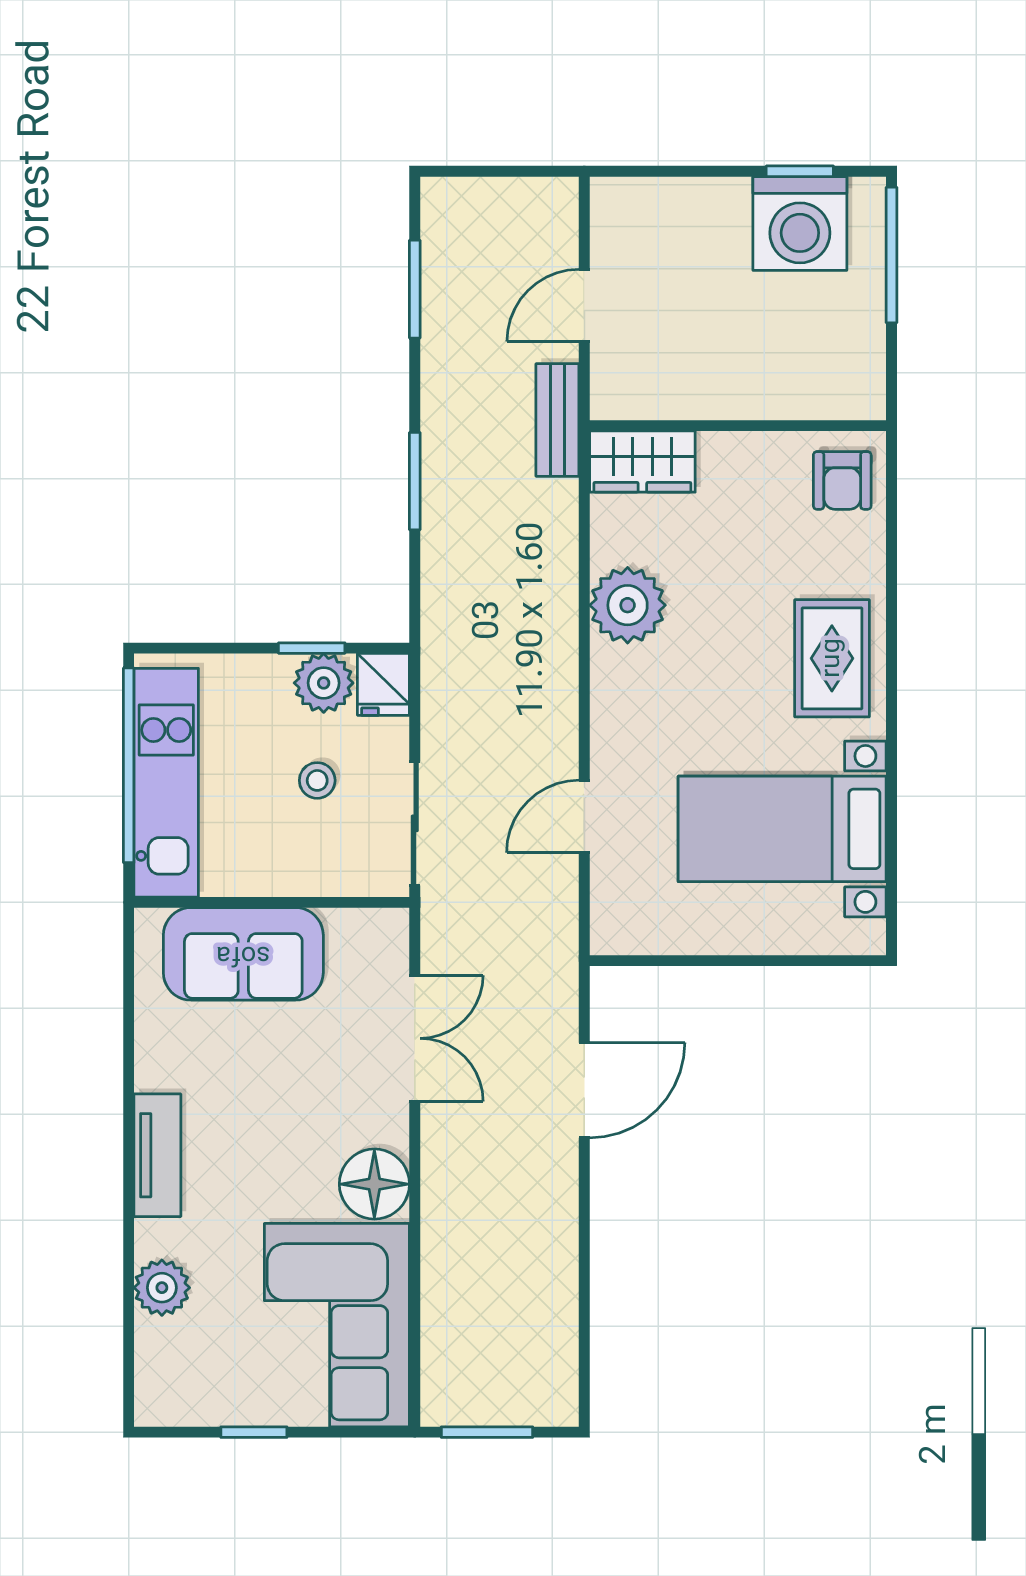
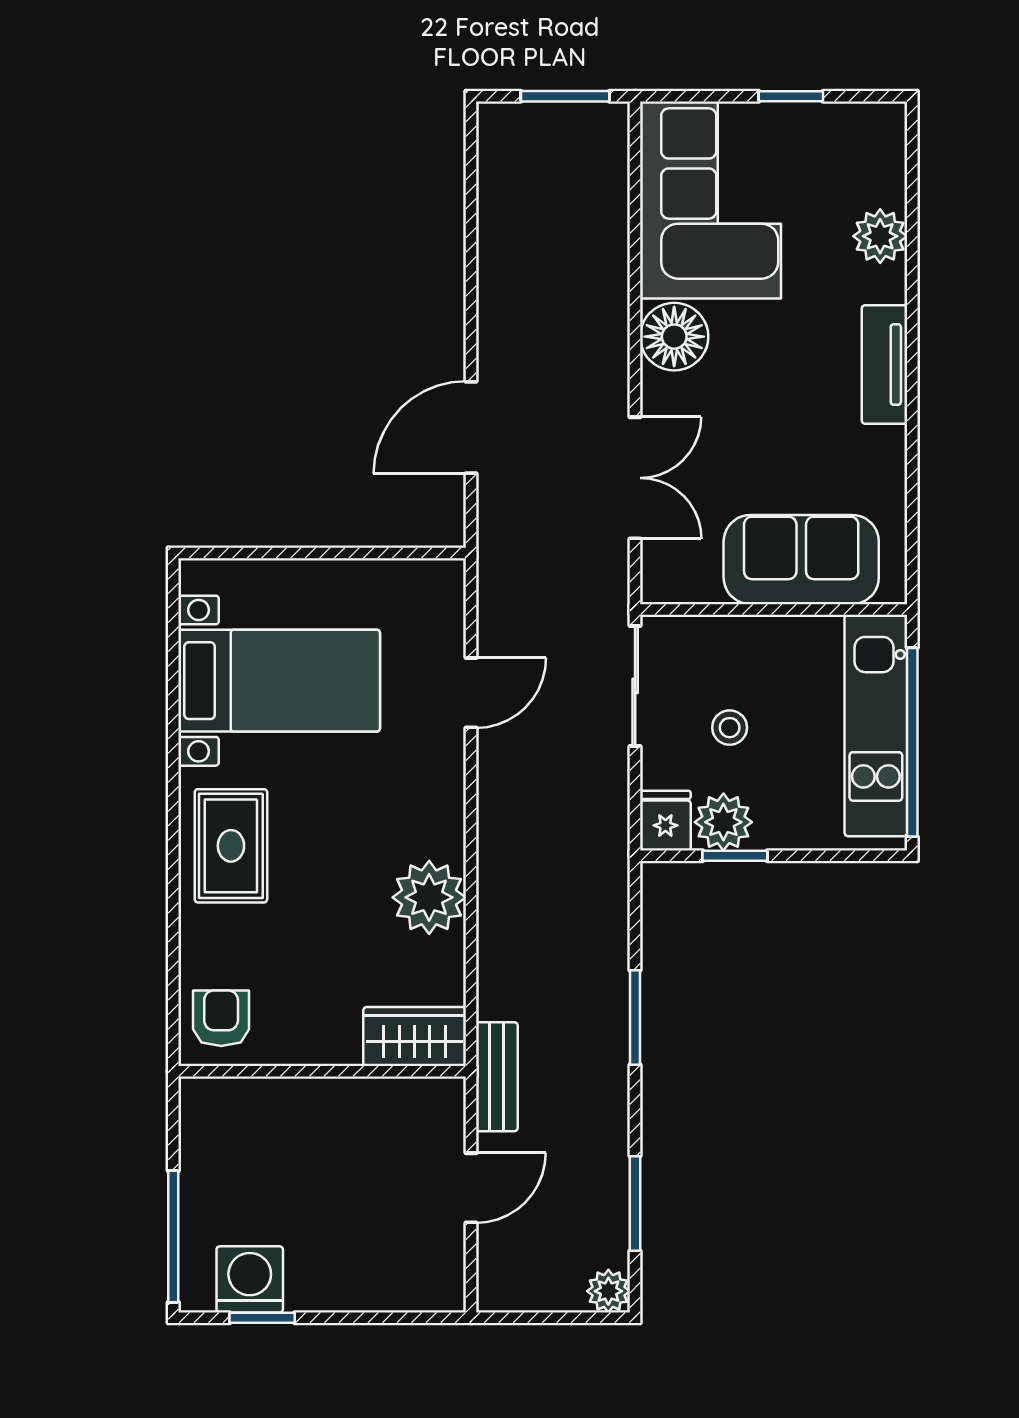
plant: (442, 199) -> (608, 1291), added
washing machine: (800, 224) -> (250, 1279), width x0.73, depth x0.73
double door: (415, 1038) -> (635, 478), swing flipped

